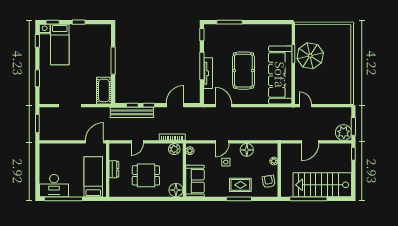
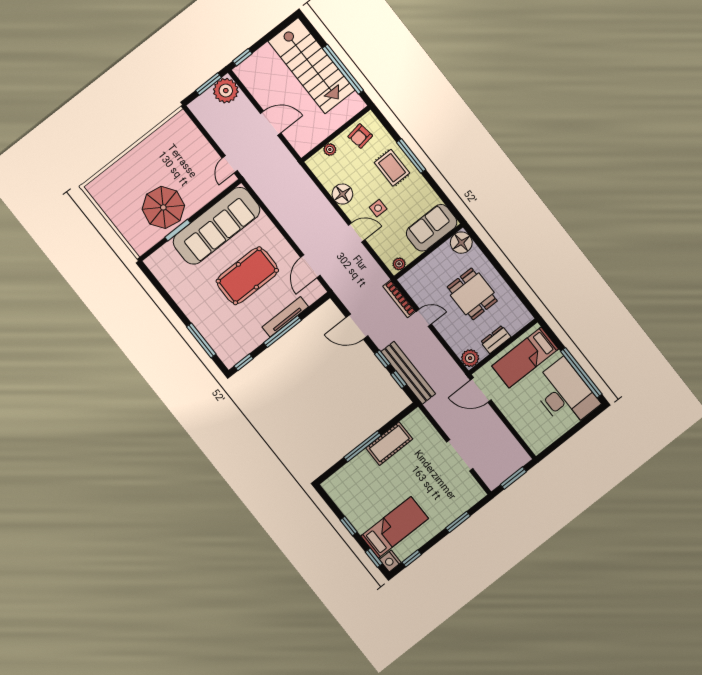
cot: (104, 91) -> (389, 444), moved
door: (137, 142) -> (424, 318), moved
plant: (174, 149) -> (470, 358), moved
desk: (54, 186) -> (565, 394), width x1.36, depth x1.30

